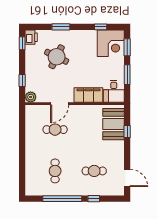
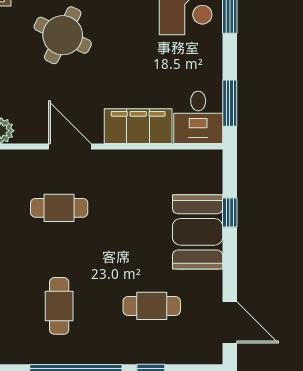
window: (127, 75) -> (230, 103), moved
door: (60, 104) -> (70, 146), swing flipped
booth: (113, 124) -> (198, 232), moved

